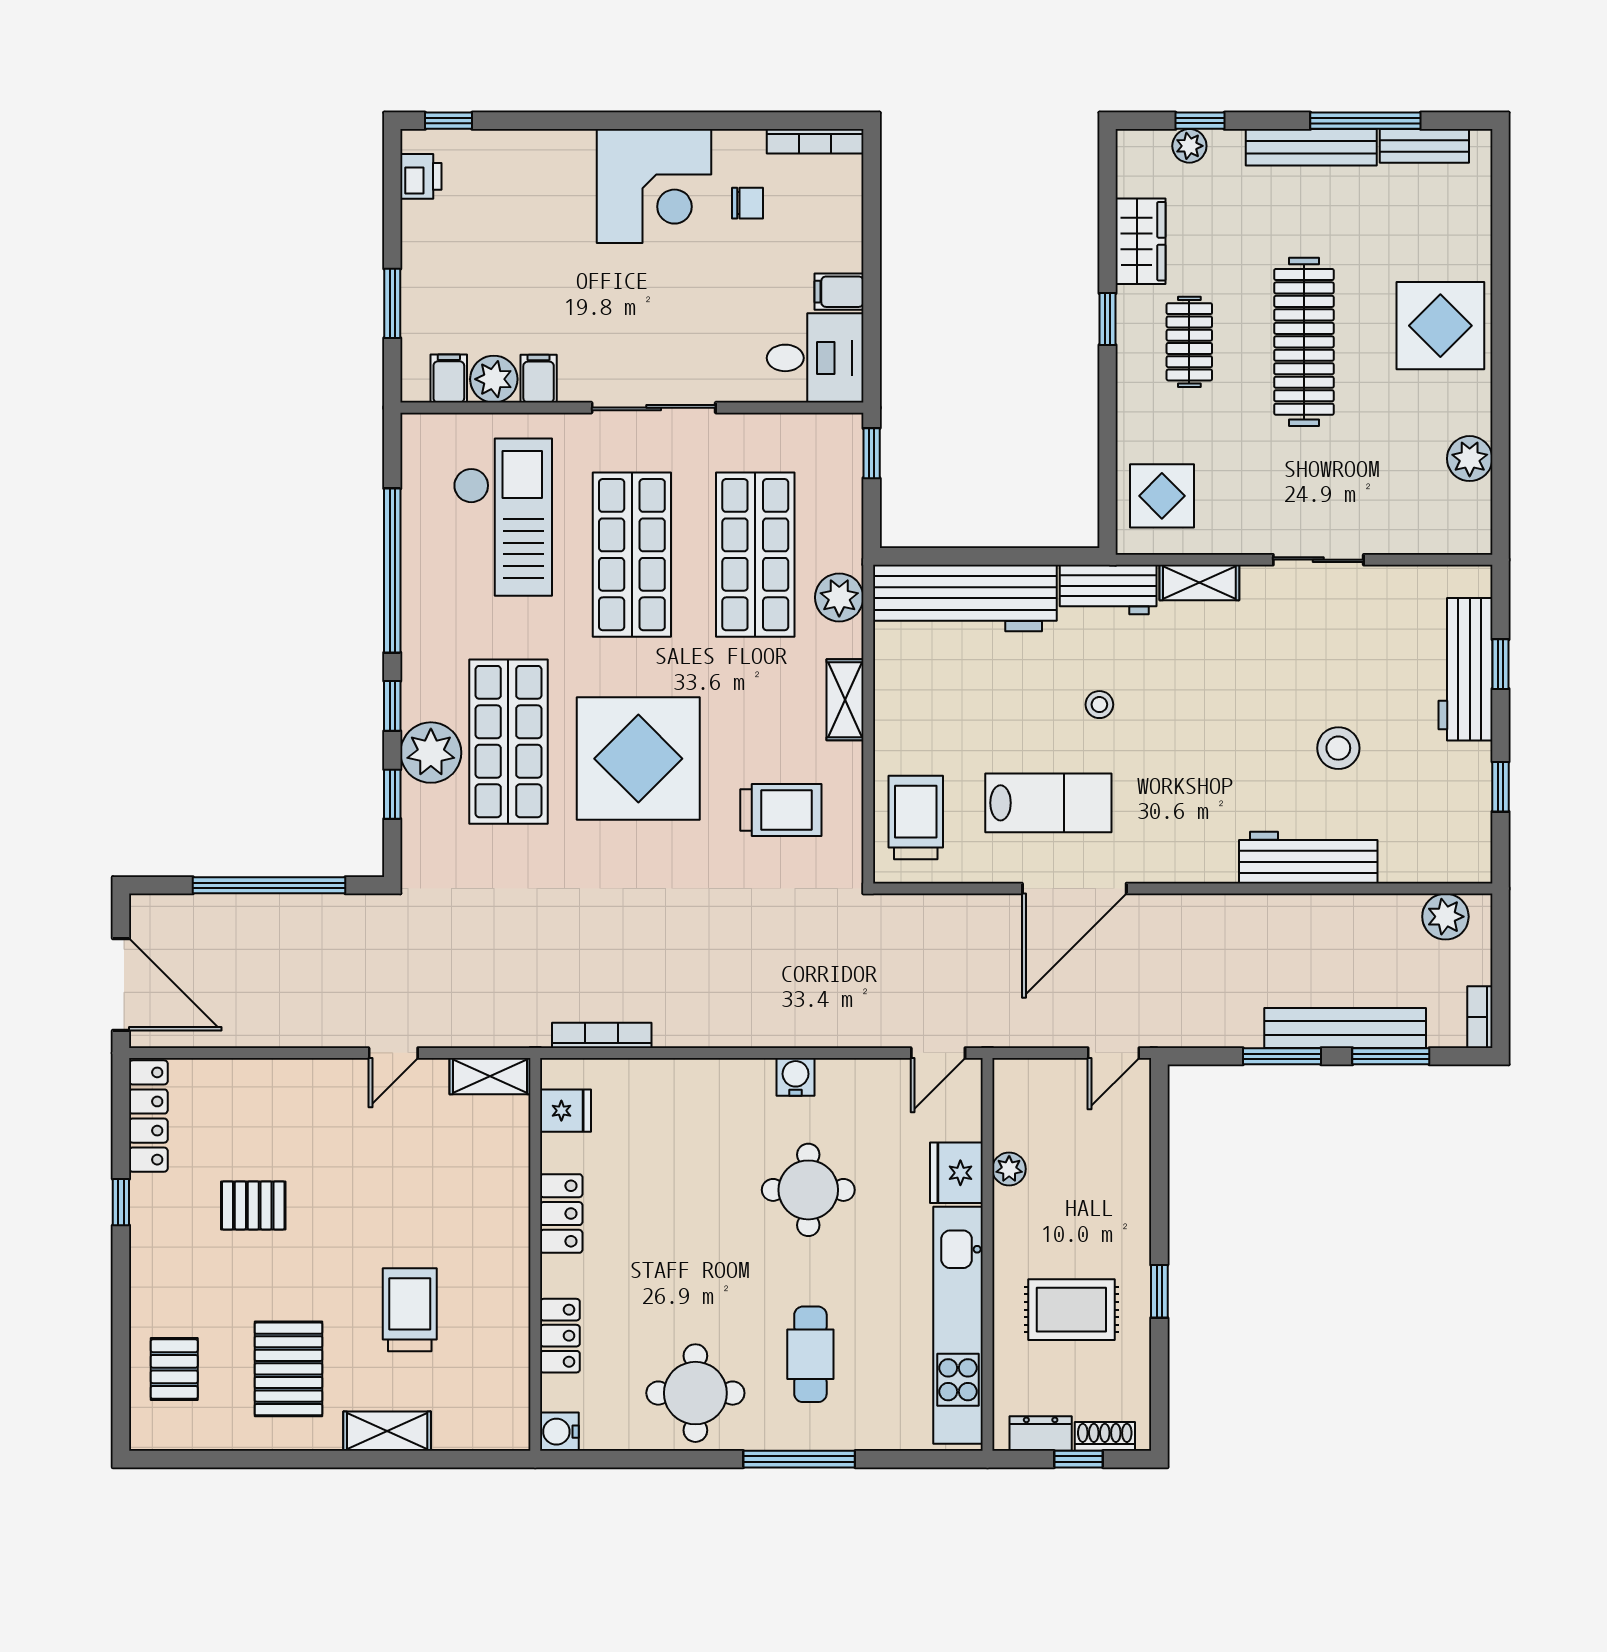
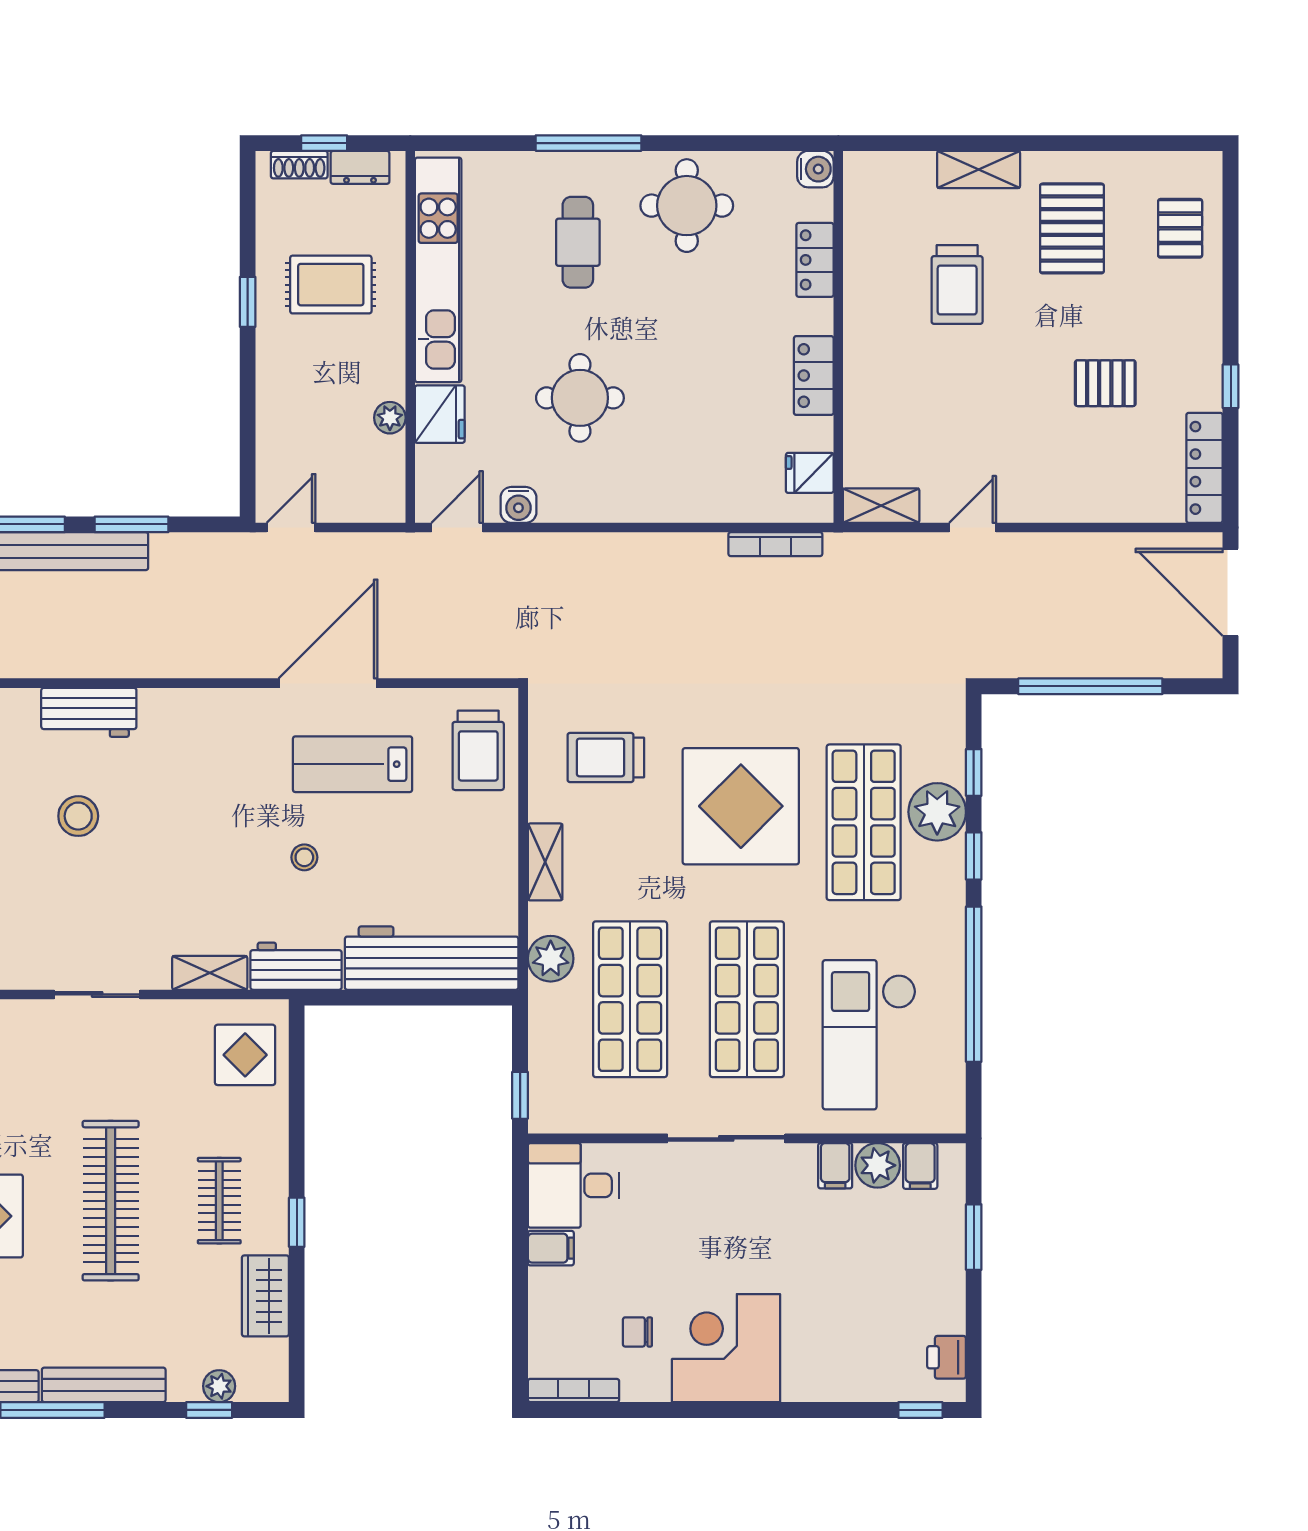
workbench: (1308, 858) -> (89, 712), width x0.73
water cooler: (796, 1077) -> (518, 505), moved

